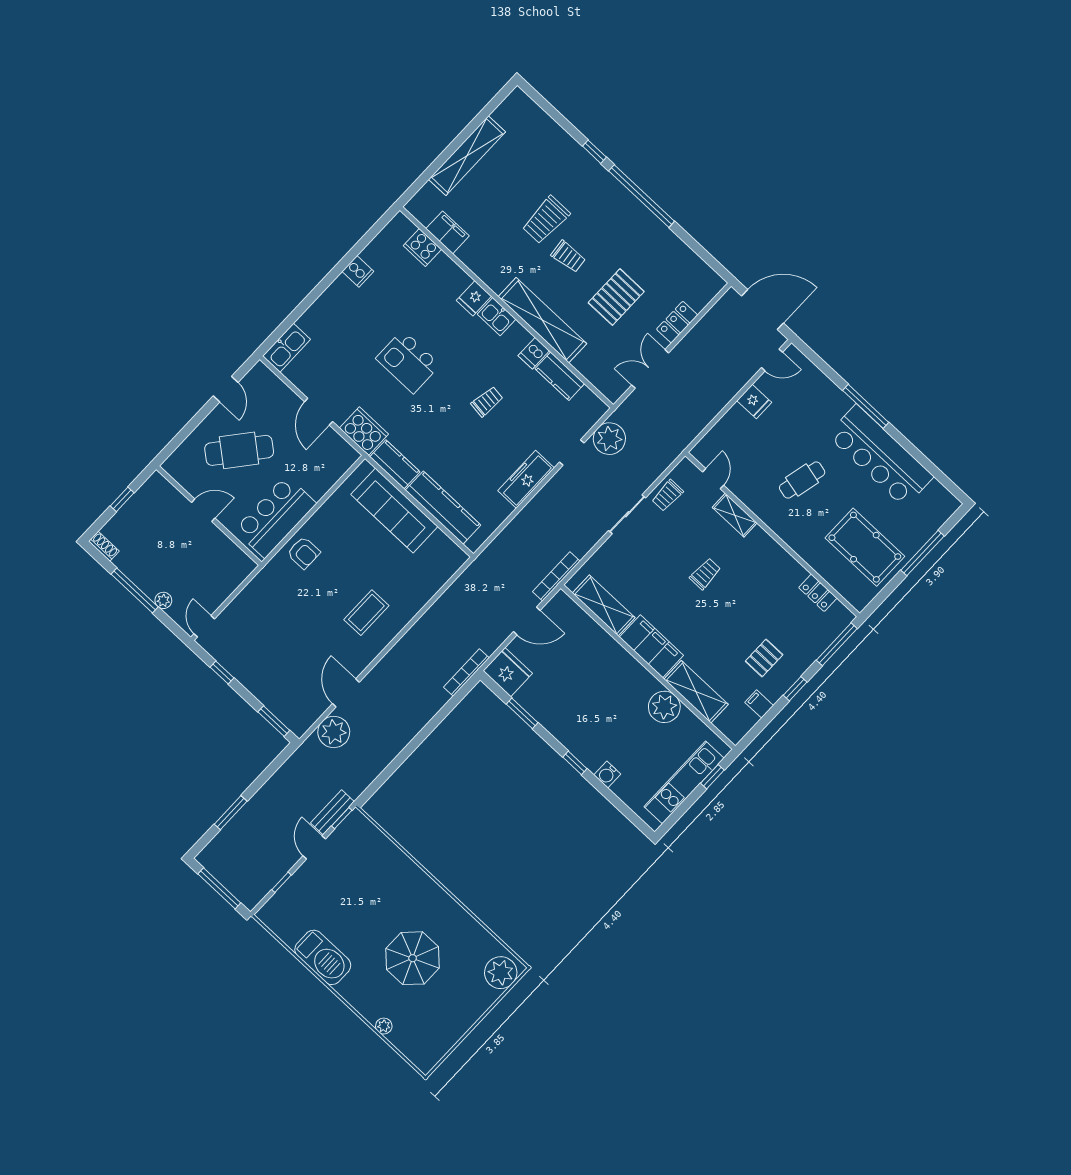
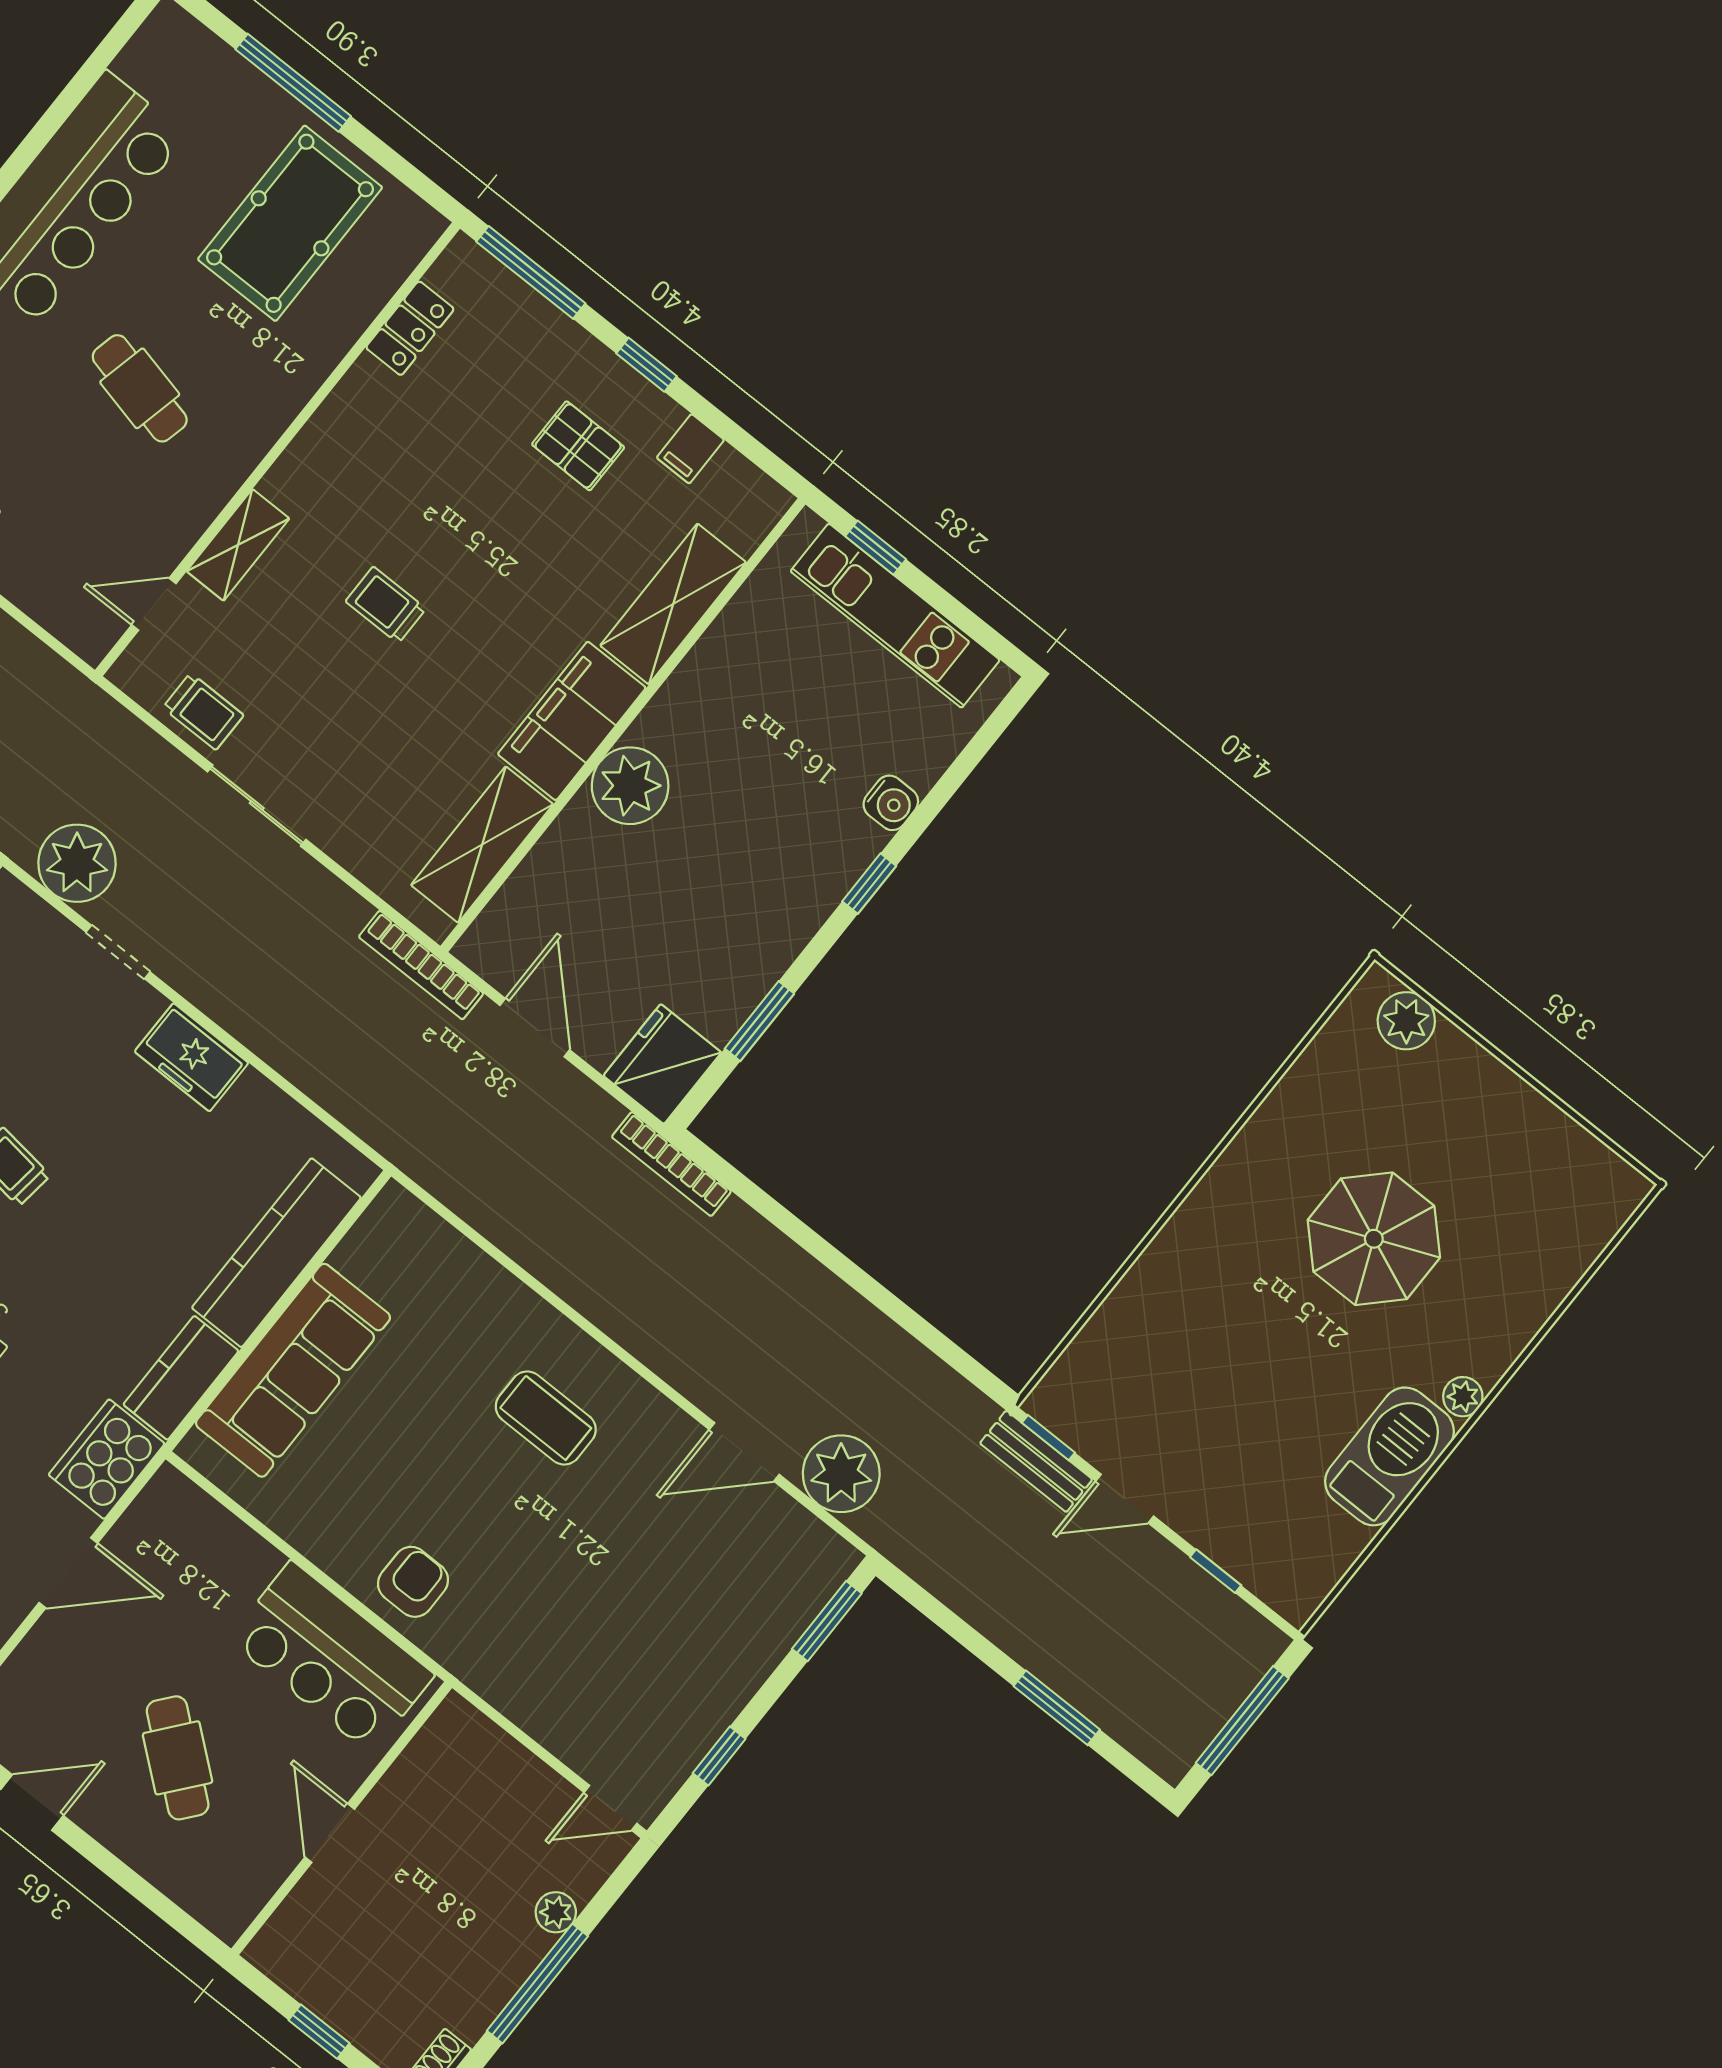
cafe table: (239, 450) -> (178, 1758), width x0.73, depth x0.74
freezer: (526, 479) -> (191, 1057), width x0.71
plant: (664, 707) -> (630, 786), moved
plant: (501, 973) -> (1406, 1021), width x0.73, depth x0.73
plant: (384, 1026) -> (1463, 1397), moved

